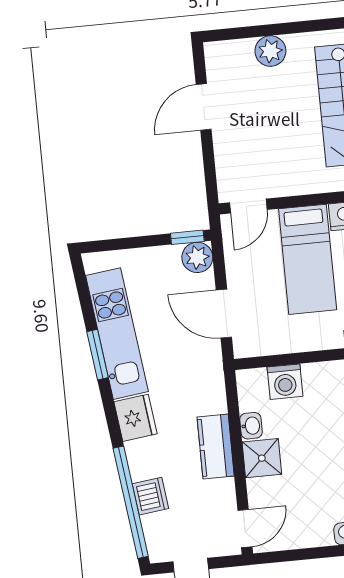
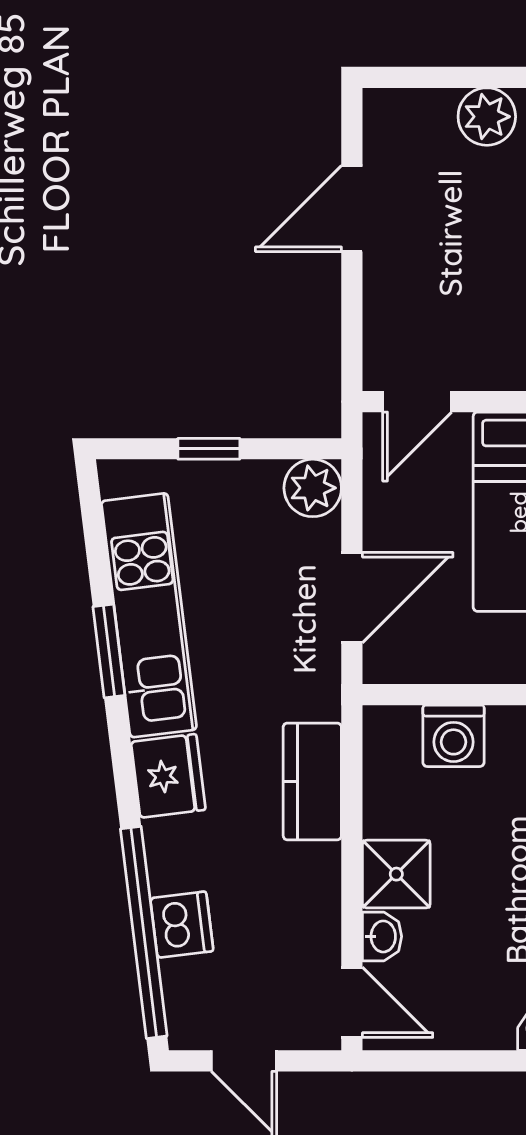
window: (187, 237) -> (209, 449), moved
door: (224, 314) -> (352, 598), swing flipped
washbasin: (251, 426) -> (382, 936), moved
kitchen counter: (216, 446) -> (312, 781), moved
door: (245, 529) -> (352, 1002), hinge flipped

